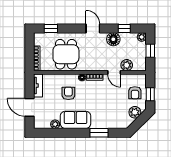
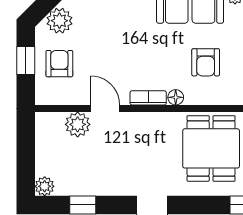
floor lamp: (113, 39) -> (107, 181), removed
window: (150, 51) -> (26, 156), removed

